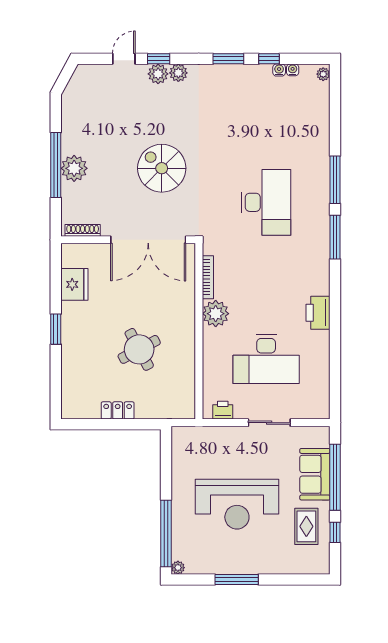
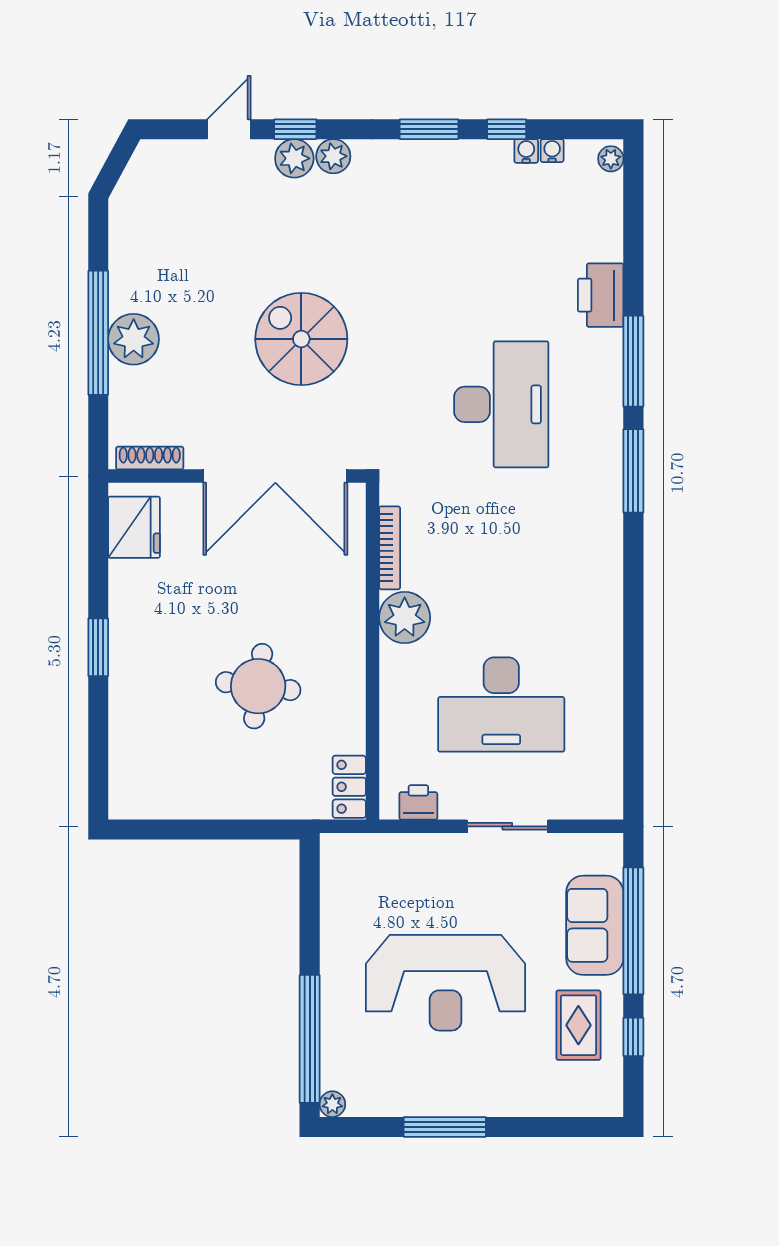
fridge: (74, 284) -> (134, 527), moved
printer: (318, 313) -> (601, 295), moved
round table: (139, 349) -> (258, 686), turned 35
locker: (118, 410) -> (349, 787), moved, turned -90

